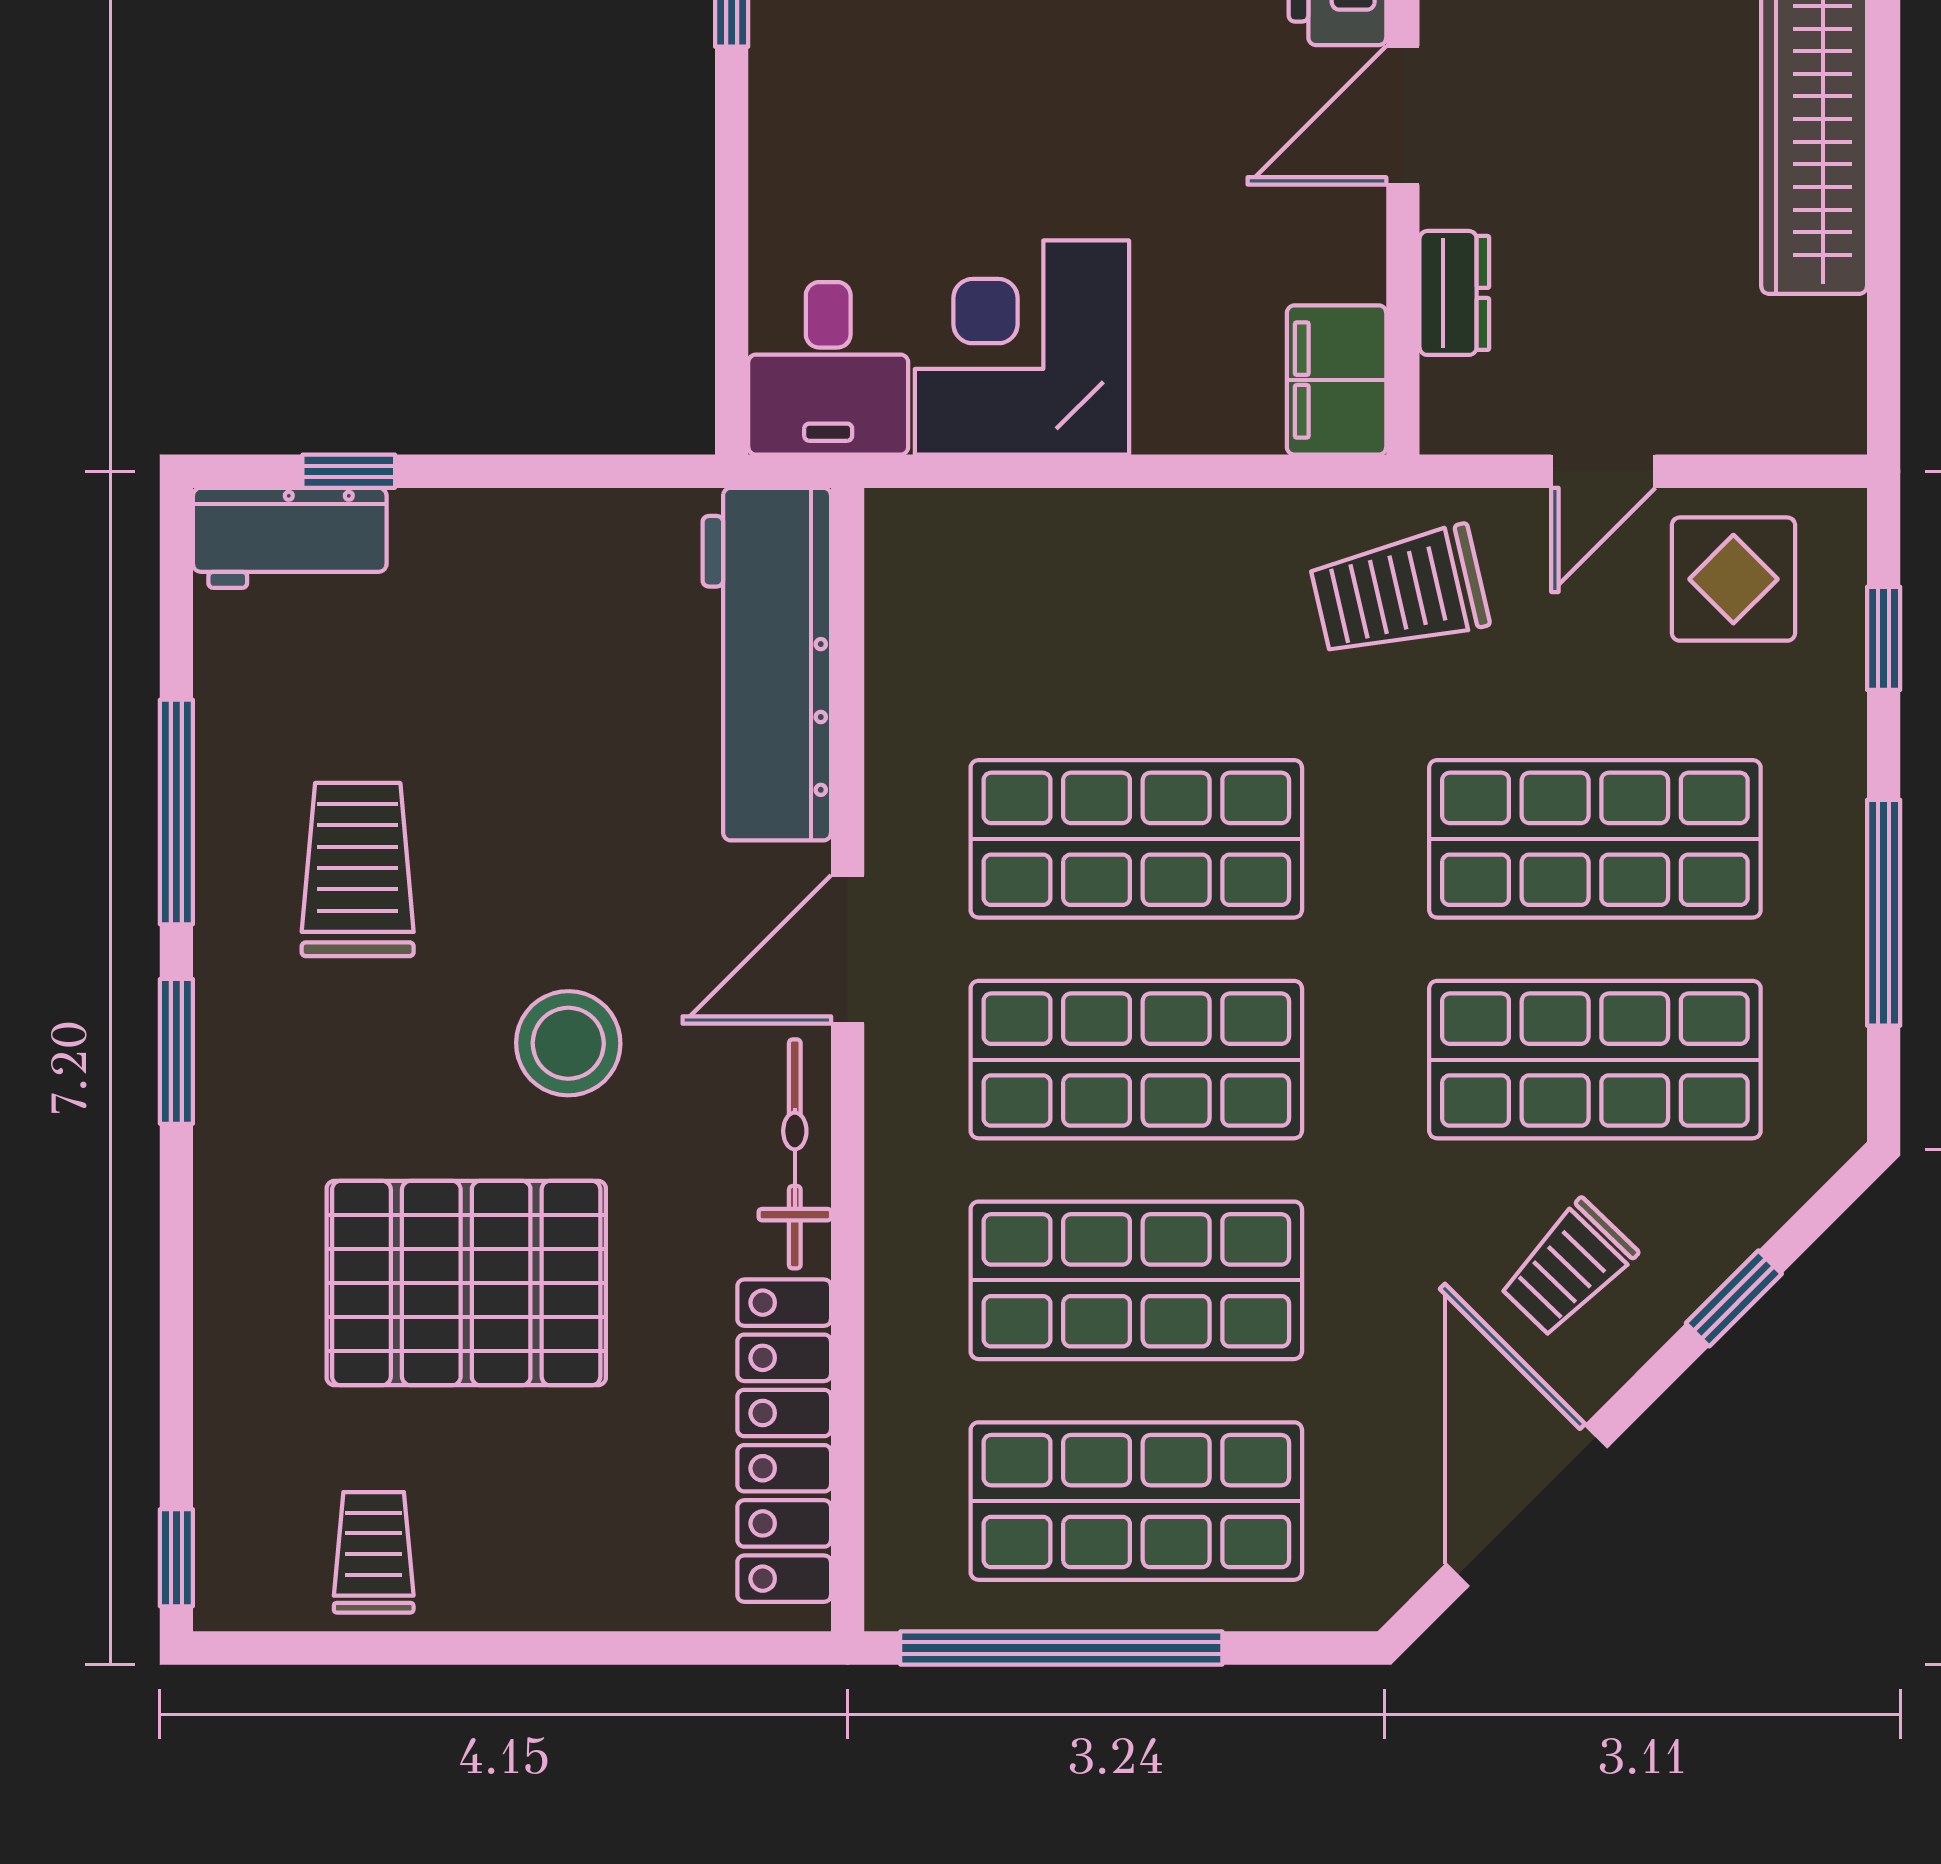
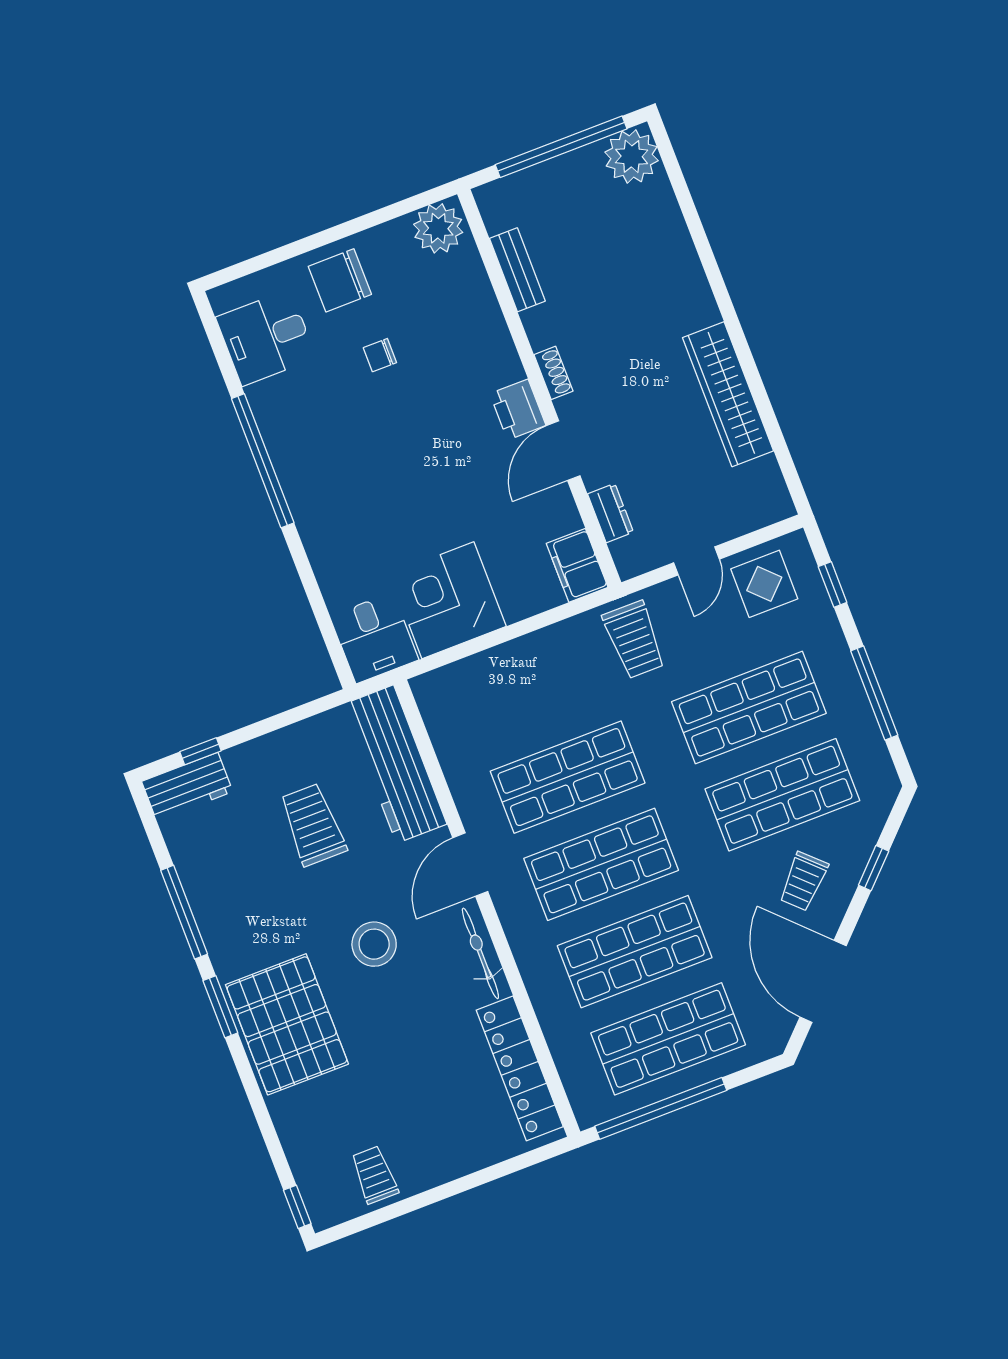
trolley: (1399, 592) -> (634, 640), turned -77
trolley: (358, 870) -> (313, 825), moved
pallet: (466, 1283) -> (287, 1024), moved, turned 90

